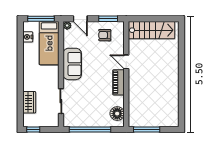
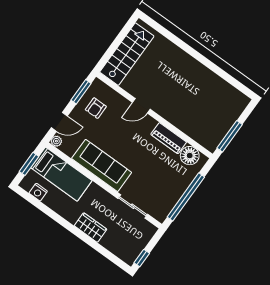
window: (41, 19) -> (29, 164), width x0.69
sofa: (72, 64) -> (102, 165), width x1.36
piano: (118, 82) -> (169, 138), moved
wardrobe: (29, 102) -> (90, 227), moved

